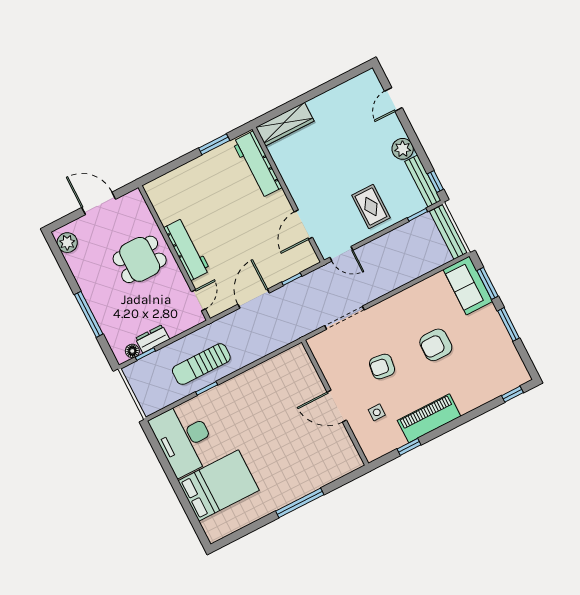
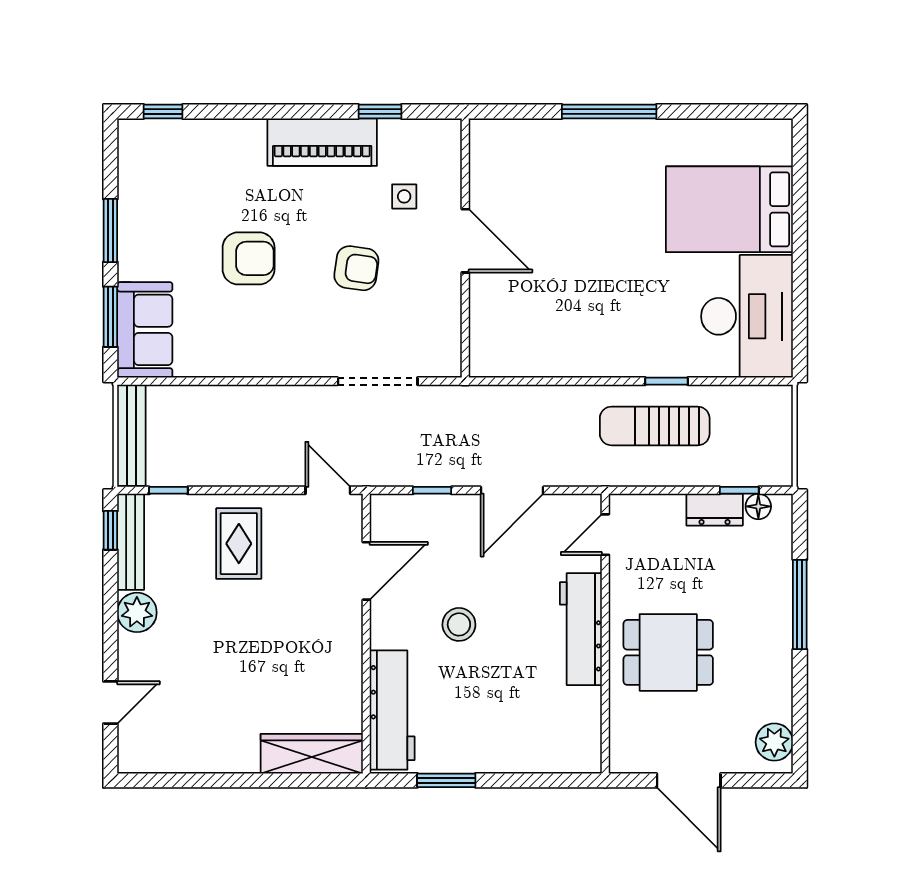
stool: (246, 222) -> (459, 624), added
sun lounger: (201, 364) -> (655, 426), turned 180

